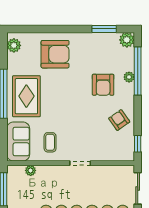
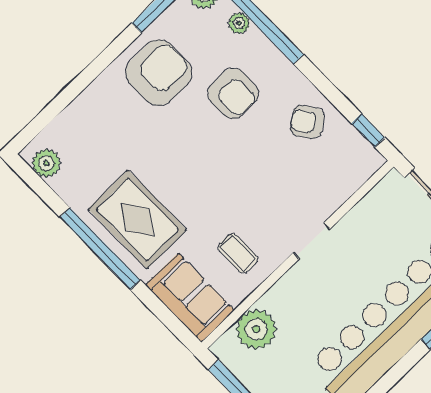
armchair: (55, 54) -> (159, 73), moved
plant: (129, 77) -> (239, 23), moved
plant: (31, 170) -> (256, 329), width x1.87, depth x1.87

